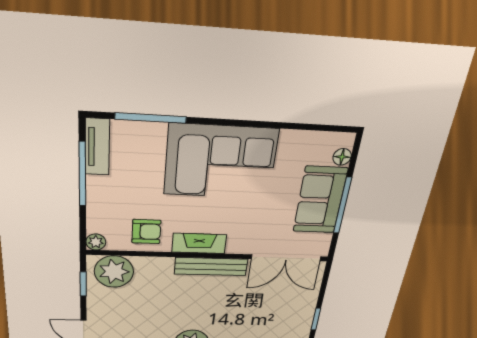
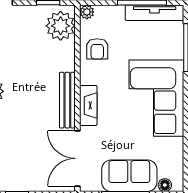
tv unit: (97, 147) -> (155, 13), width x1.41
fireplace: (199, 243) -> (88, 105), moved

